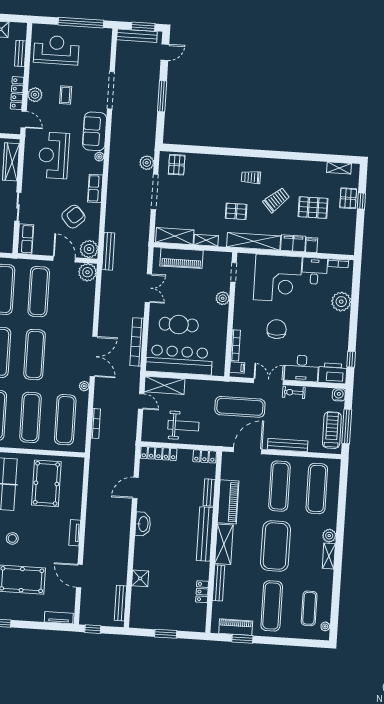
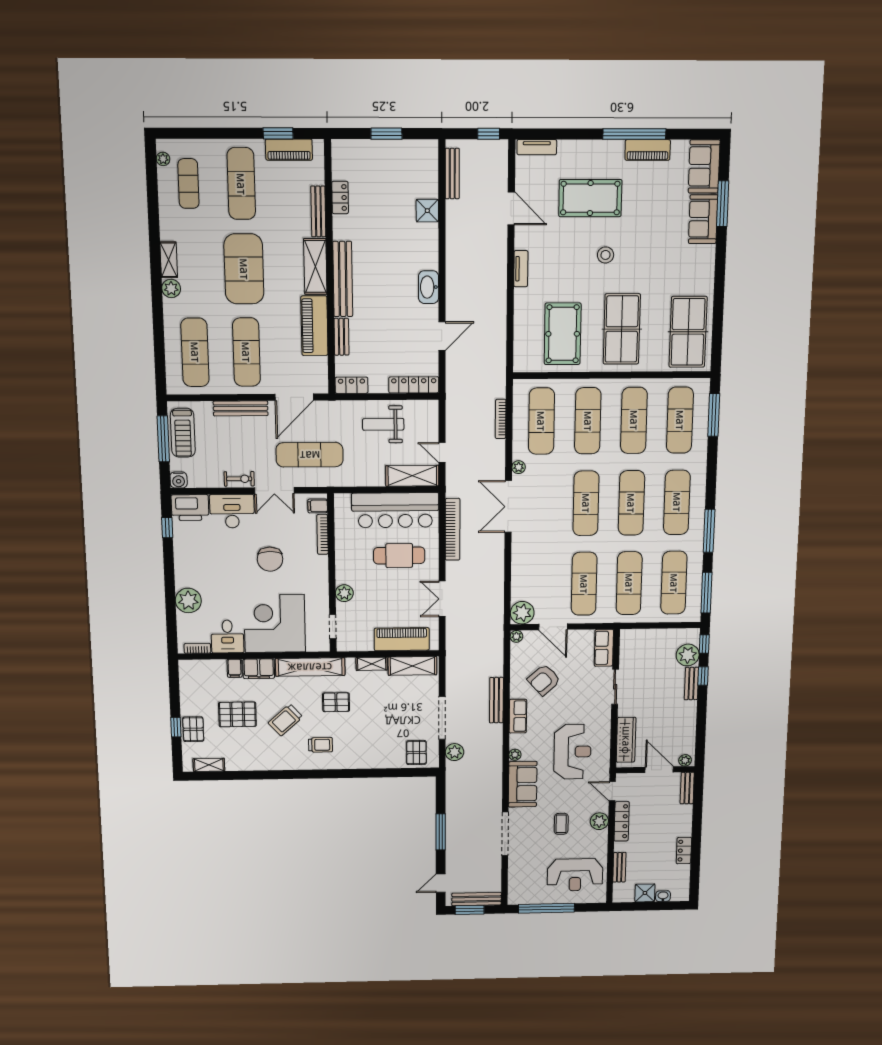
plant: (89, 249) -> (516, 636), width x0.53, depth x0.53
bench: (108, 251) -> (496, 700), moved

